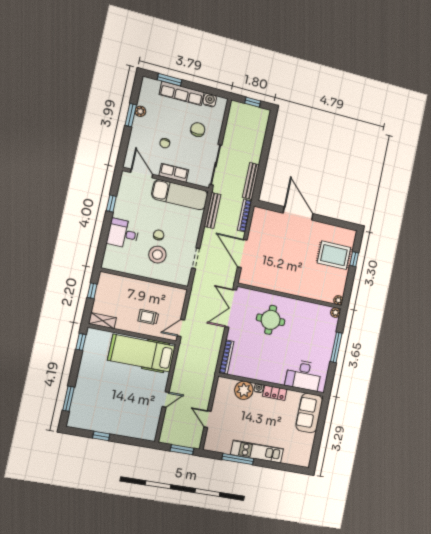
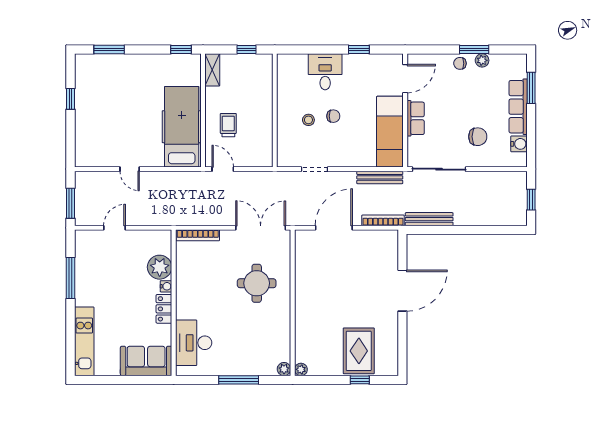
chair: (165, 143) -> (460, 63), moved
stool: (157, 255) -> (308, 120), width x0.53, depth x0.53
kitchen unit: (257, 452) -> (84, 341), moved

